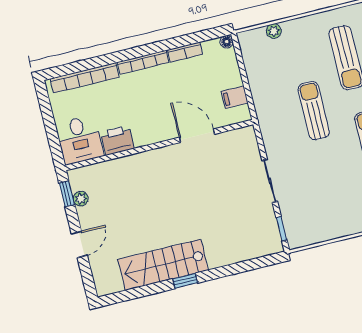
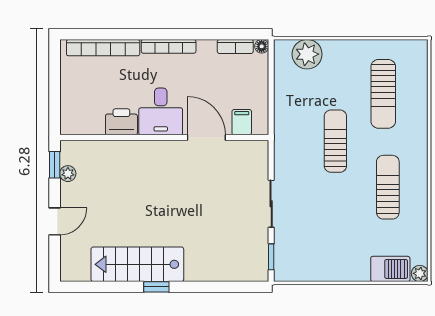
plant: (274, 31) -> (307, 54), width x1.88, depth x1.88
bookcase: (185, 52) -> (235, 47), moved
filing cabinet: (235, 97) -> (242, 122), moved, turned 90
desk: (80, 140) -> (161, 111), moved

